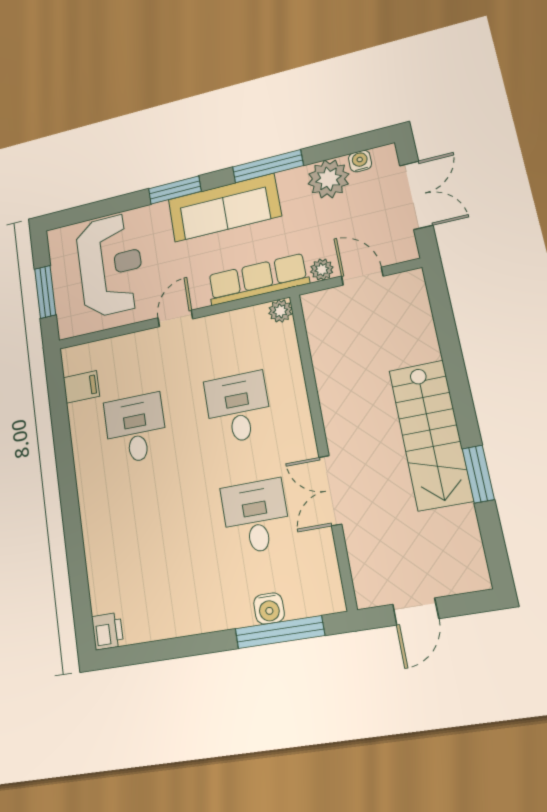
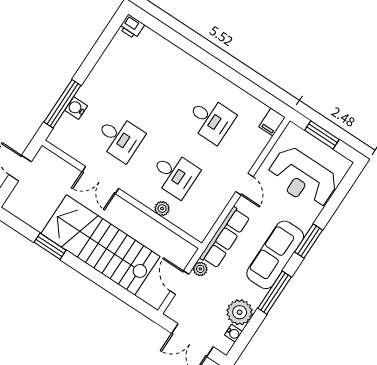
door: (362, 276) -> (180, 283), swing flipped
plant: (280, 311) -> (162, 209), moved
filing cabinet: (81, 387) -> (272, 122), moved
stairs: (431, 435) -> (101, 245), width x1.36, depth x1.51
double door: (330, 491) -> (100, 180), swing flipped

